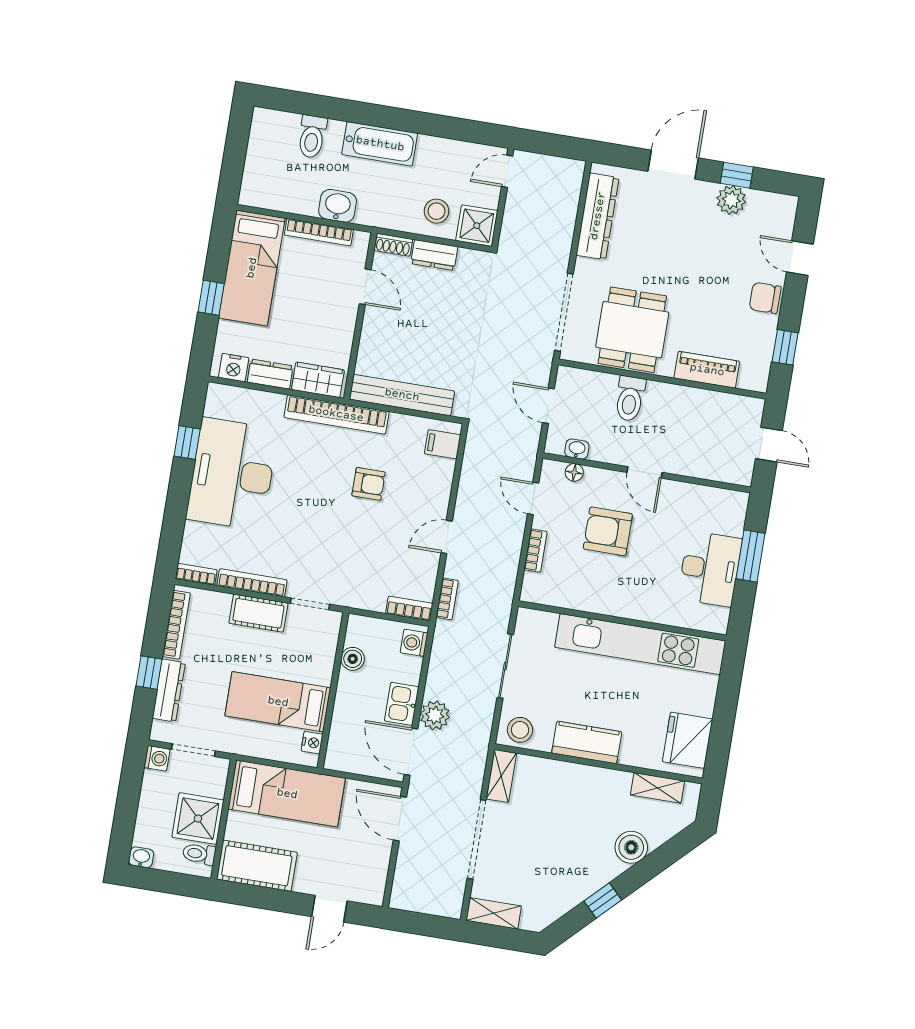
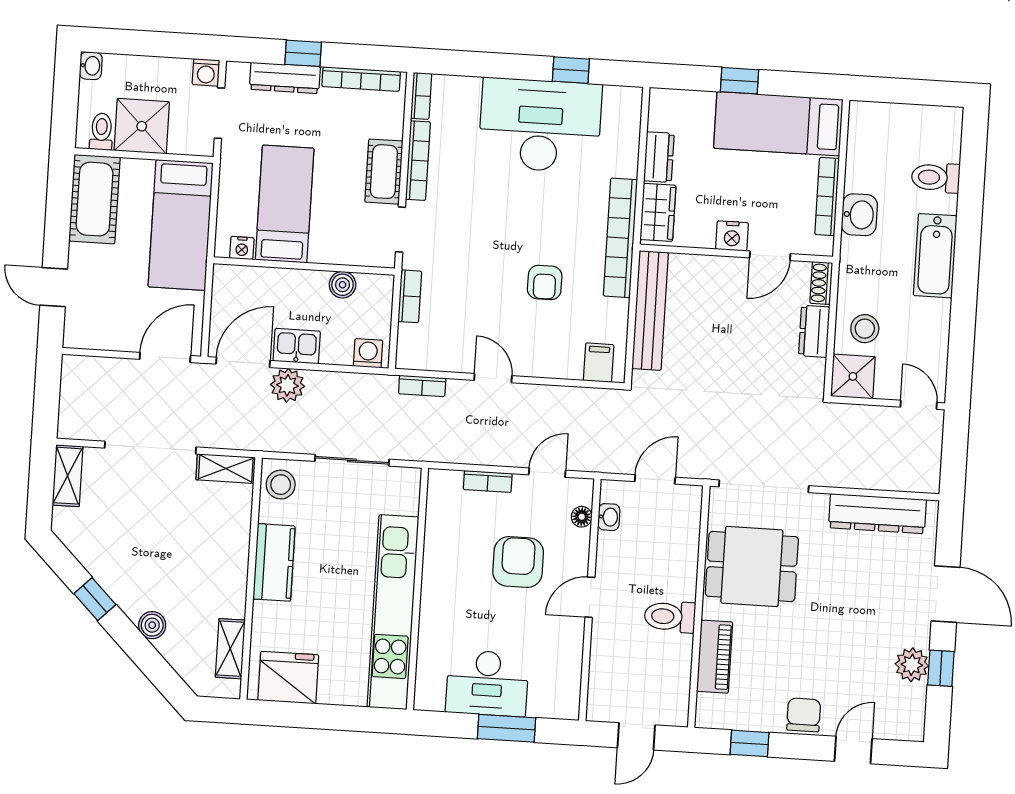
nightstand: (234, 368) -> (732, 236), moved, turned -90
toilet: (630, 399) -> (670, 617), moved
bookcase: (409, 608) -> (410, 296), moved
boiler: (631, 847) -> (152, 625), width x0.73, depth x0.73

